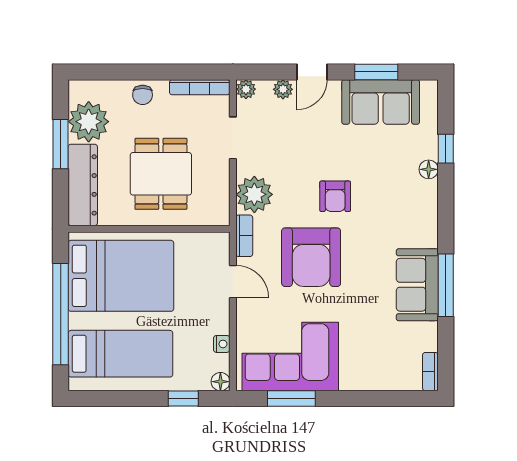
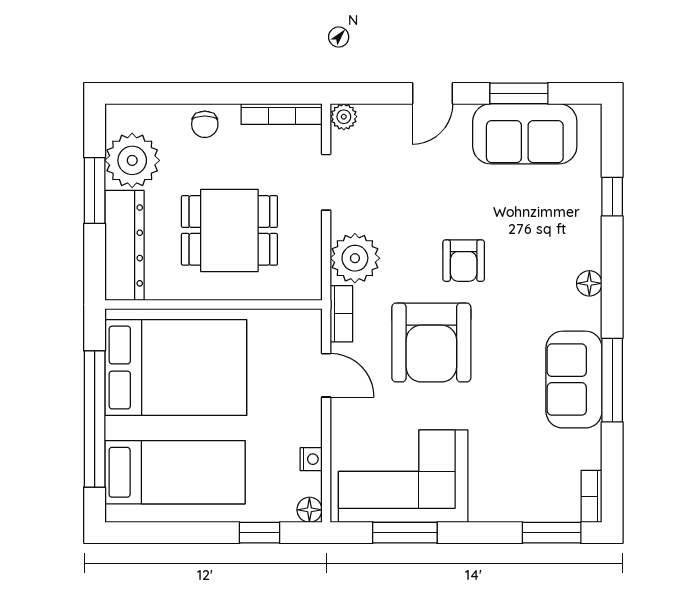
plant: (283, 89) -> (393, 117), removed
floor lamp: (429, 169) -> (589, 283), moved
dining table: (161, 174) -> (229, 230), turned 90
window: (401, 399) -> (552, 533), added

